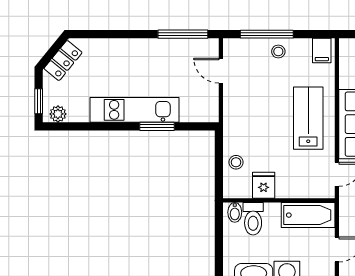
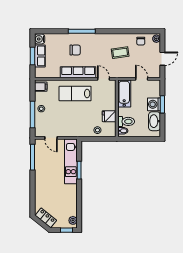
door: (221, 71) -> (51, 138), hinge flipped
kitchen unit: (135, 110) -> (71, 161), moved

